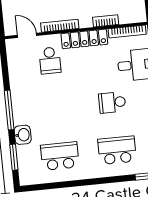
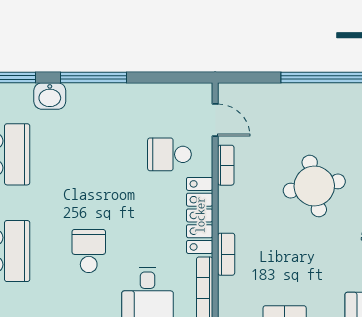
bookcase: (60, 26) -> (226, 165), width x0.64
door: (27, 35) -> (215, 120), hinge flipped

